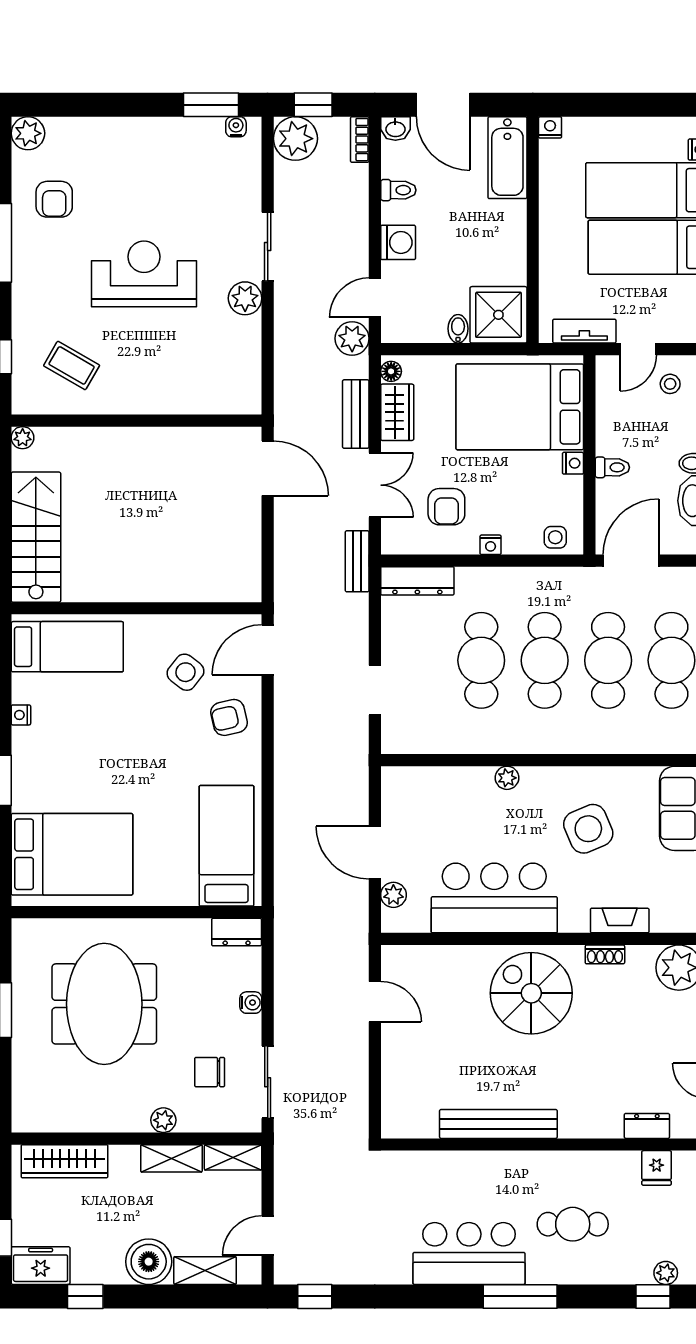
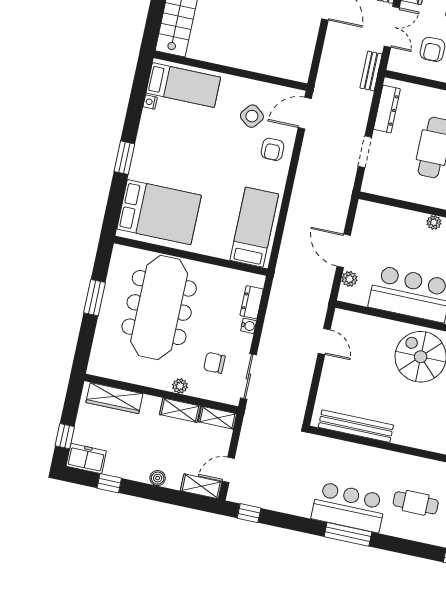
dresser: (417, 581) -> (387, 109), moved, turned -90
nightstand: (21, 715) -> (150, 102), moved
armchair: (229, 717) -> (272, 149), turned -77
dresser: (237, 932) -> (252, 302), moved, turned 90
meeting table: (104, 1004) -> (159, 308), width x1.36
bench: (498, 1124) -> (356, 426), moved
boiler: (149, 1262) -> (158, 478), width x0.54, depth x0.54
shelving: (205, 1271) -> (201, 486), moved
window: (520, 1296) -> (348, 534), moved

